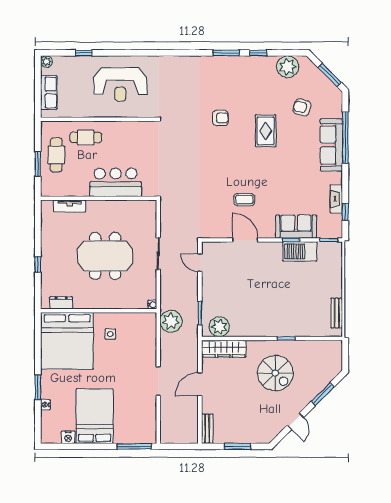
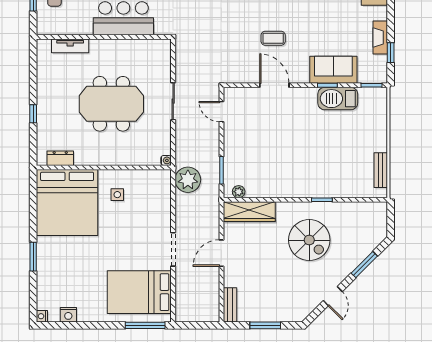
plant: (219, 327) -> (239, 192), width x0.53, depth x0.53
nightstand: (45, 405) -> (42, 316), moved
bed: (95, 416) -> (139, 292), moved, turned -90

